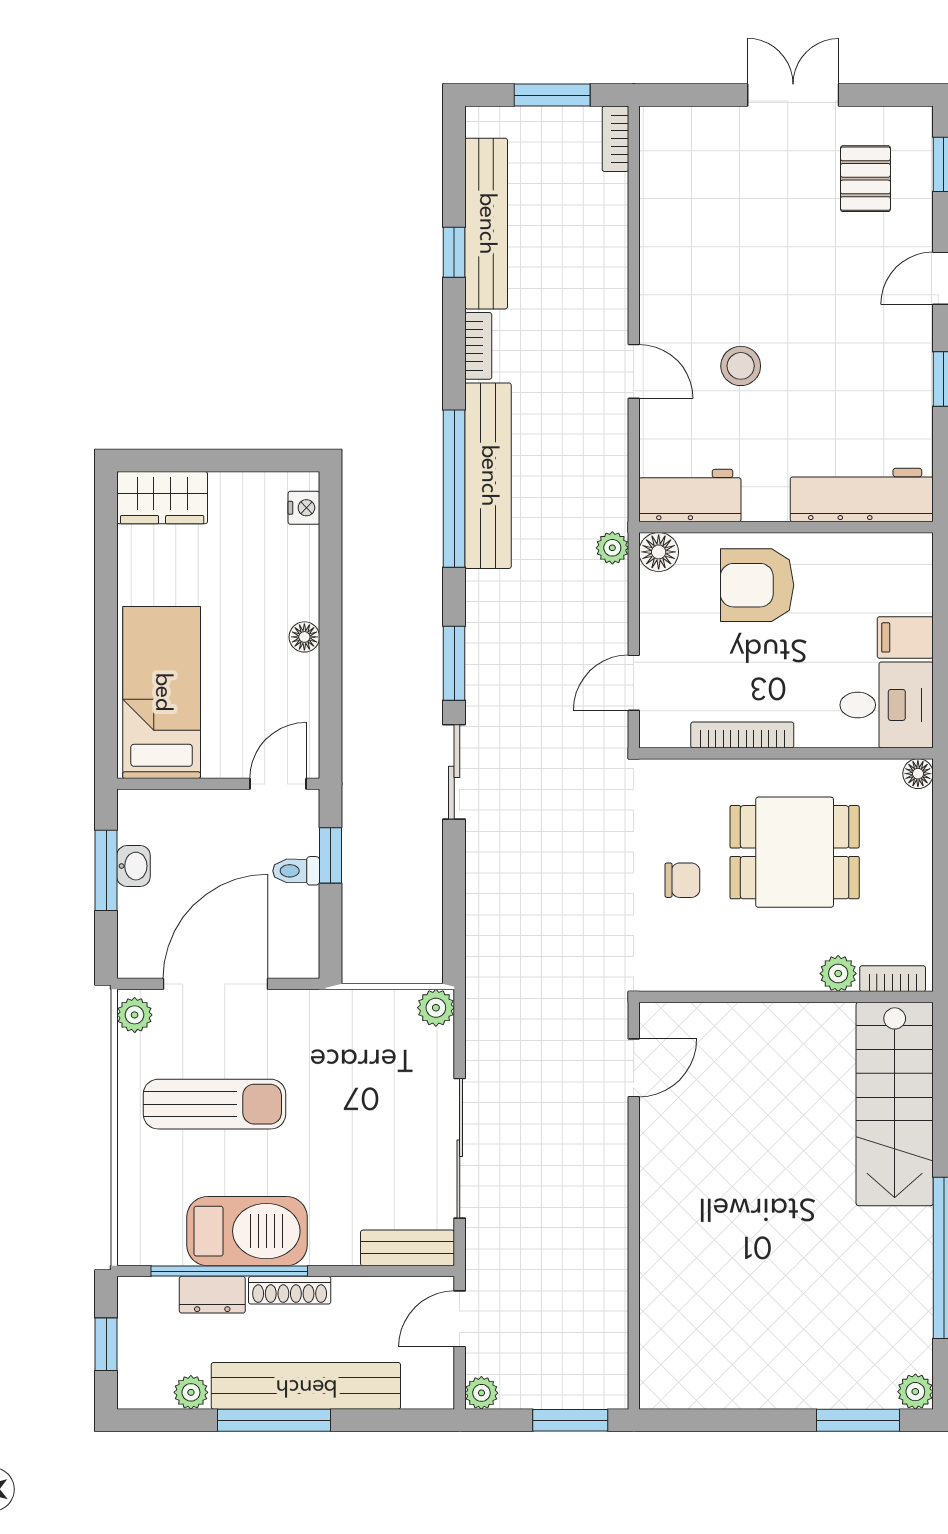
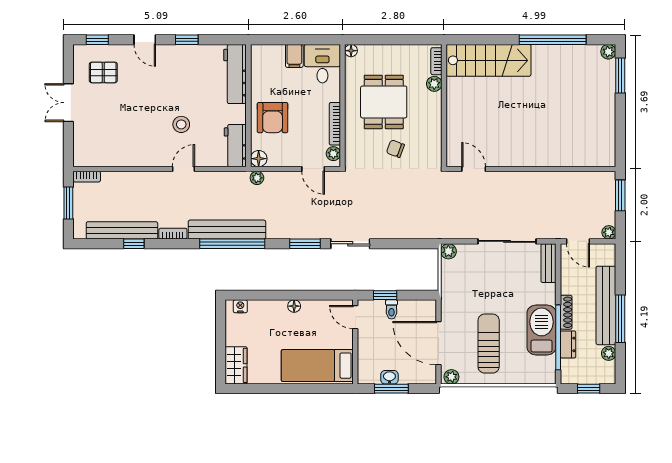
plant: (670, 731) -> (333, 154), added
chair: (682, 880) -> (395, 149), turned -70

